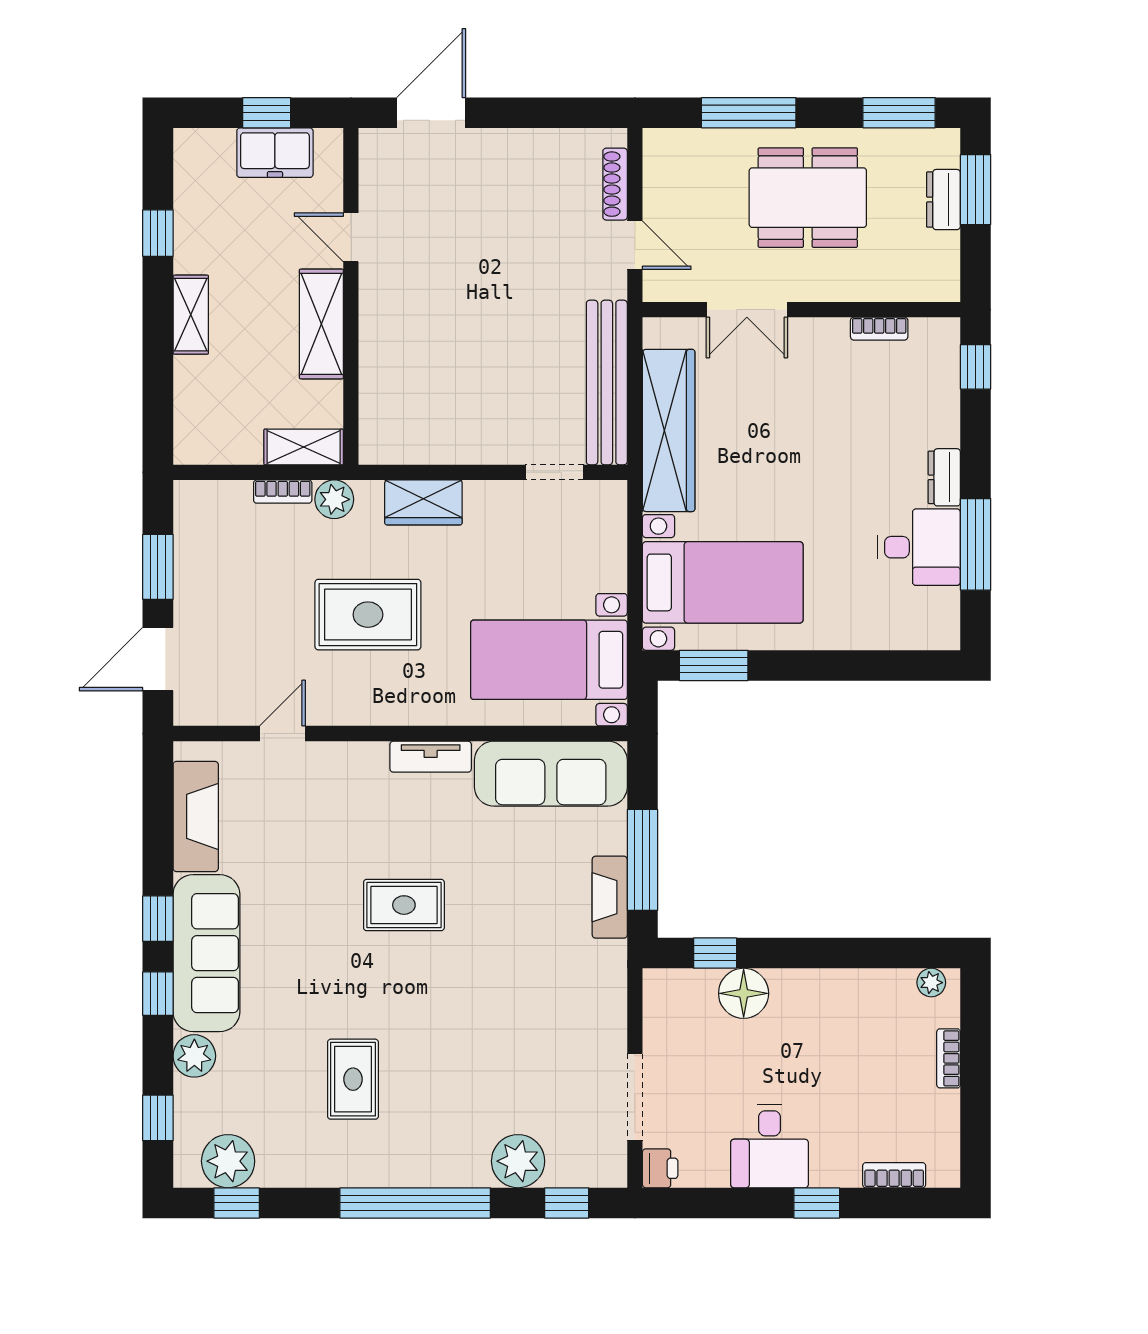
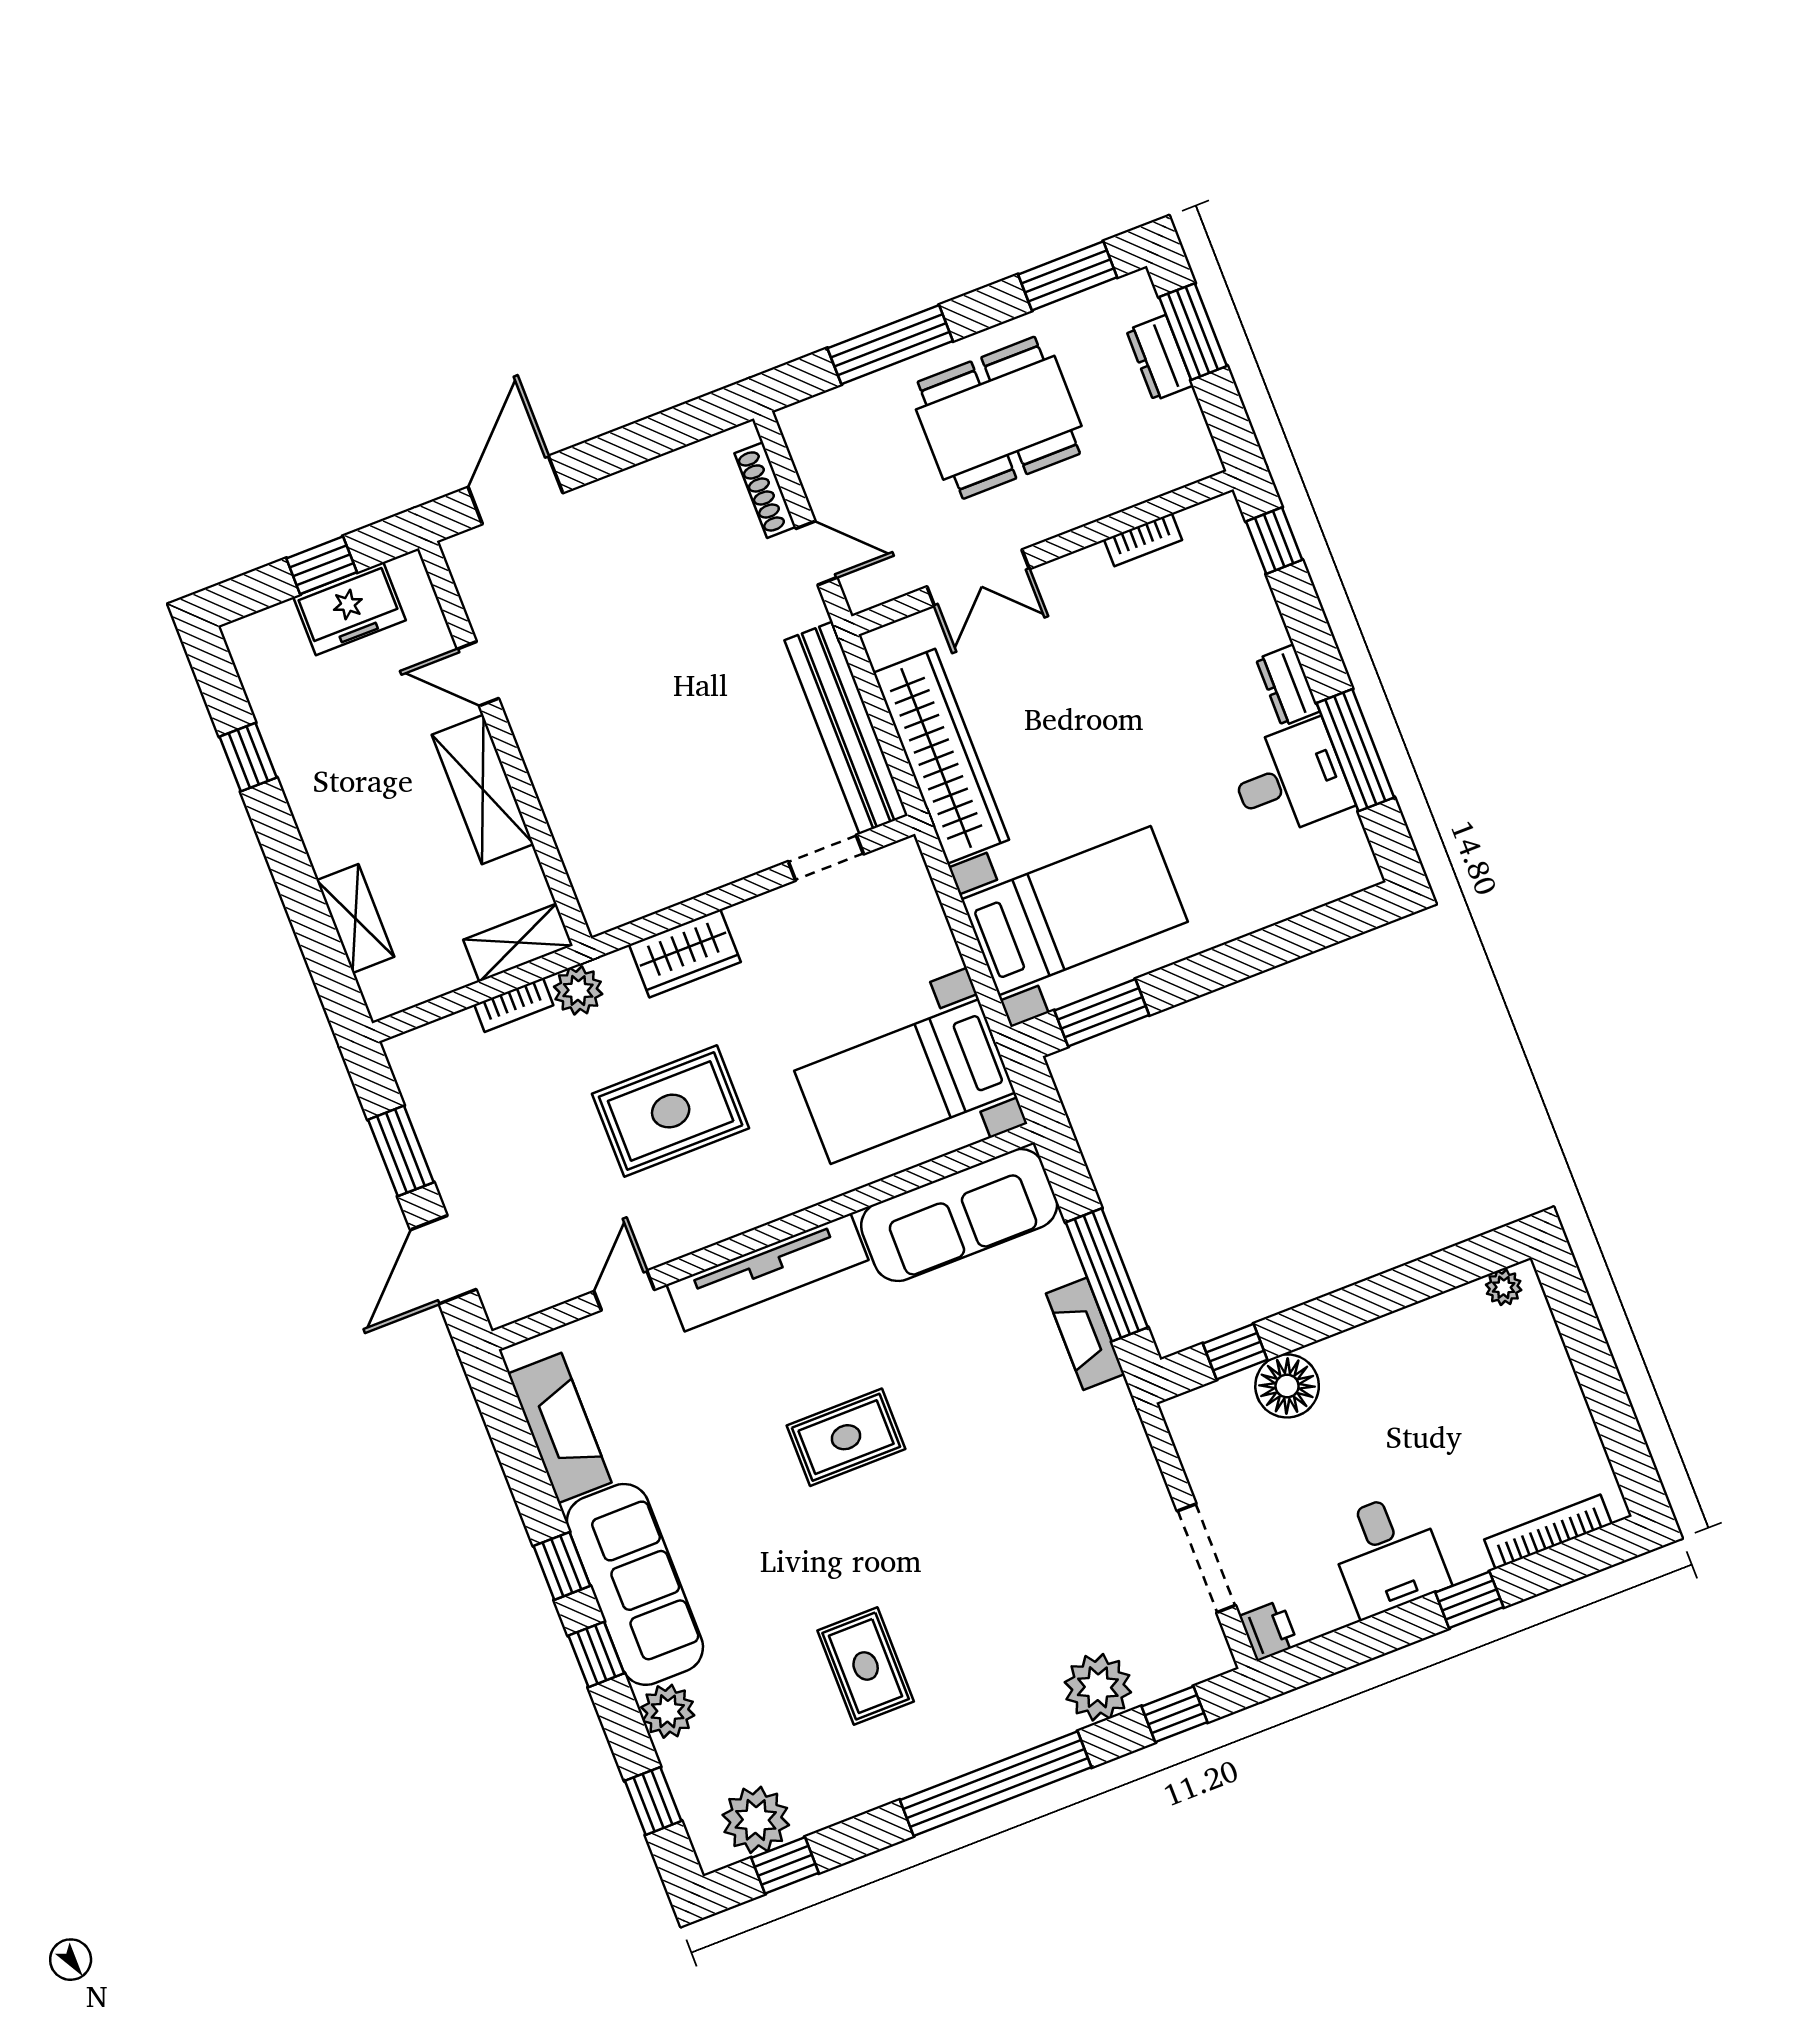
shelving: (191, 315) -> (355, 919), moved
tv unit: (431, 757) -> (768, 1272), width x1.92, depth x1.29
bookcase: (949, 1058) -> (1559, 1369), removed
bookcase: (894, 1175) -> (1548, 1532), width x1.56

